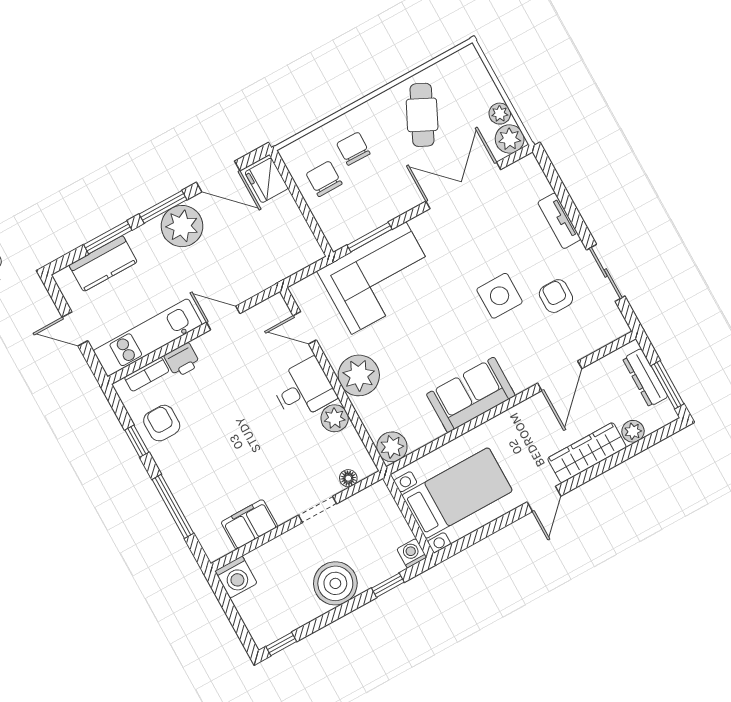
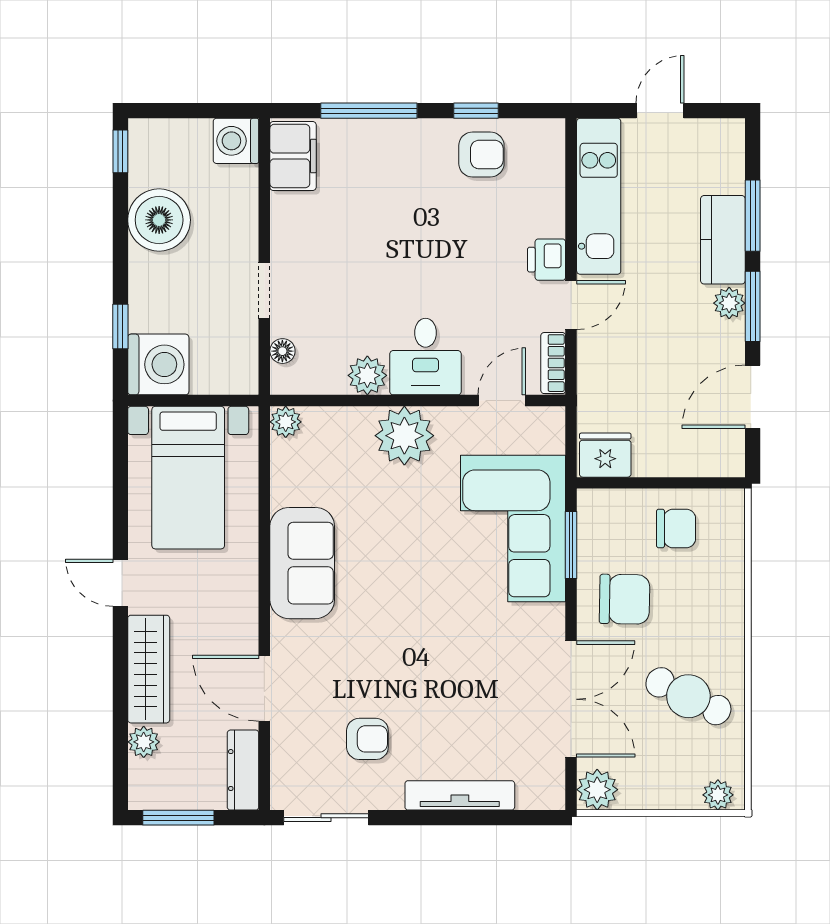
plant: (500, 114) -> (718, 795), moved
chair: (353, 149) -> (624, 599), moved, width x1.37, depth x1.37
fridge: (267, 180) -> (605, 455), moved
tv unit: (559, 221) -> (460, 795), width x1.41
plant: (182, 226) -> (729, 303), width x0.53, depth x0.53
kitchen counter: (103, 264) -> (723, 240), moved
sliding door: (606, 273) -> (326, 818), moved
side table: (500, 296) -> (407, 668), removed
printer: (182, 360) -> (547, 260), moved
bookcase: (147, 374) -> (553, 363), moved
dresser: (645, 378) -> (243, 770), moved, turned -90
plant: (392, 447) -> (286, 422), width x0.73, depth x0.73
filing cabinet: (249, 524) -> (293, 156), moved
washing machine: (412, 553) -> (158, 364), width x1.89, depth x1.89
boiler: (335, 583) -> (159, 220), moved

